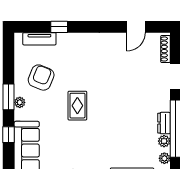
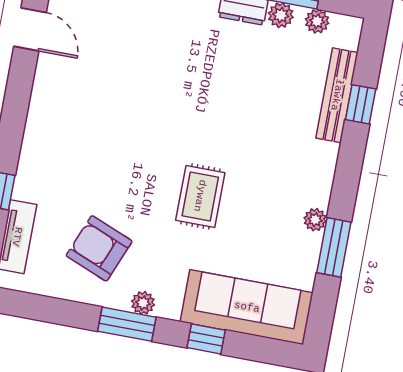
rug: (77, 106) -> (200, 196), moved, turned 90

